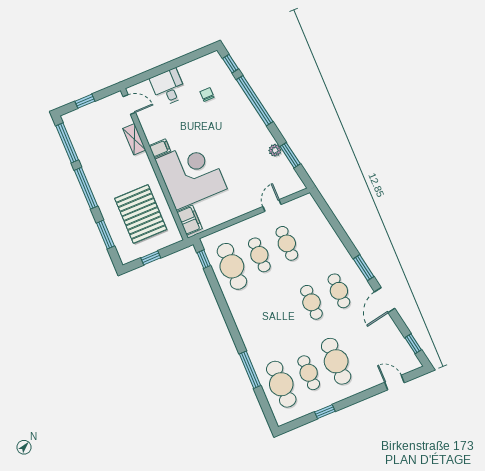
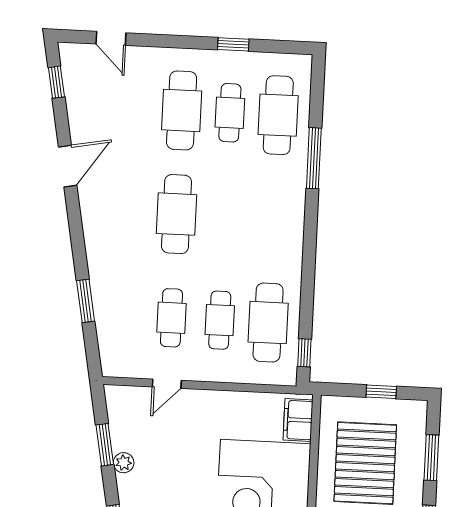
window: (364, 268) -> (86, 301), moved
cafe table: (339, 291) -> (128, 212), removed
cafe table: (311, 302) -> (177, 214), width x1.37, depth x1.35

